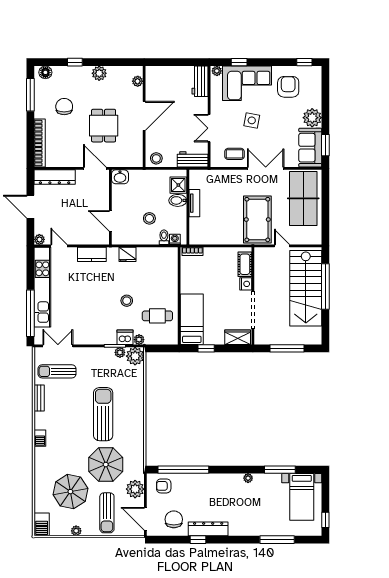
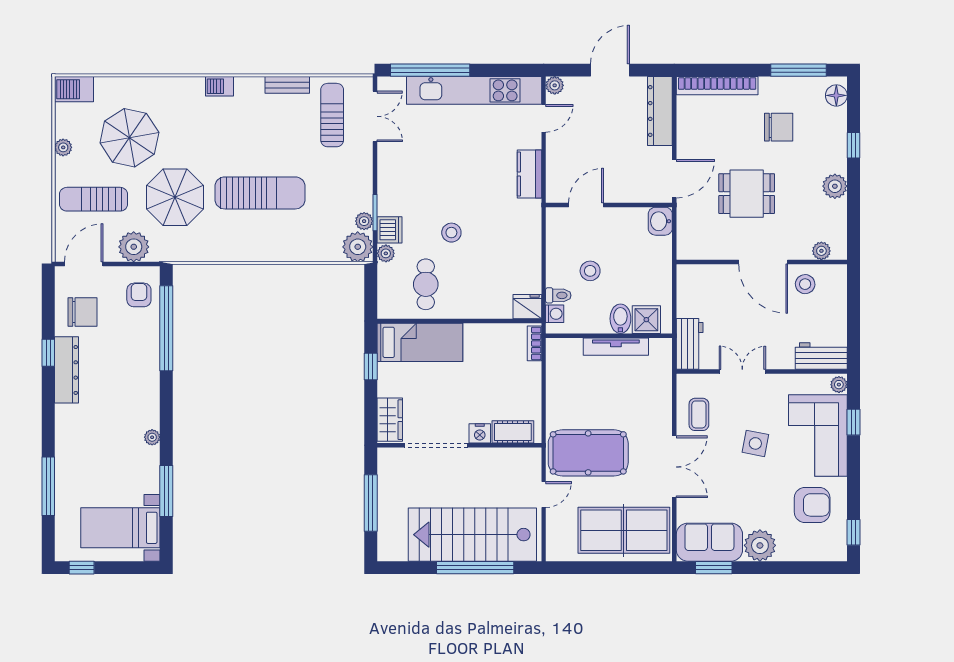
stool: (156, 158) -> (805, 284), moved
tv unit: (194, 203) -> (616, 347), width x1.41
fridge: (127, 254) -> (527, 307), moved, turned 90

